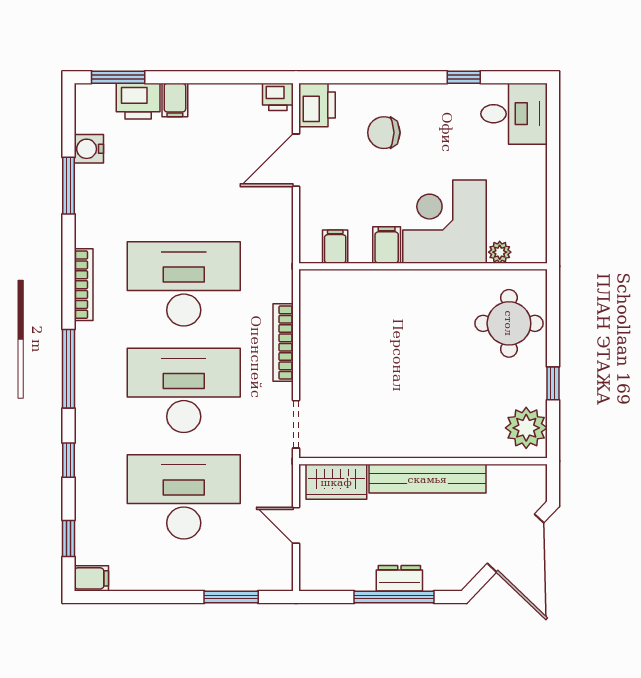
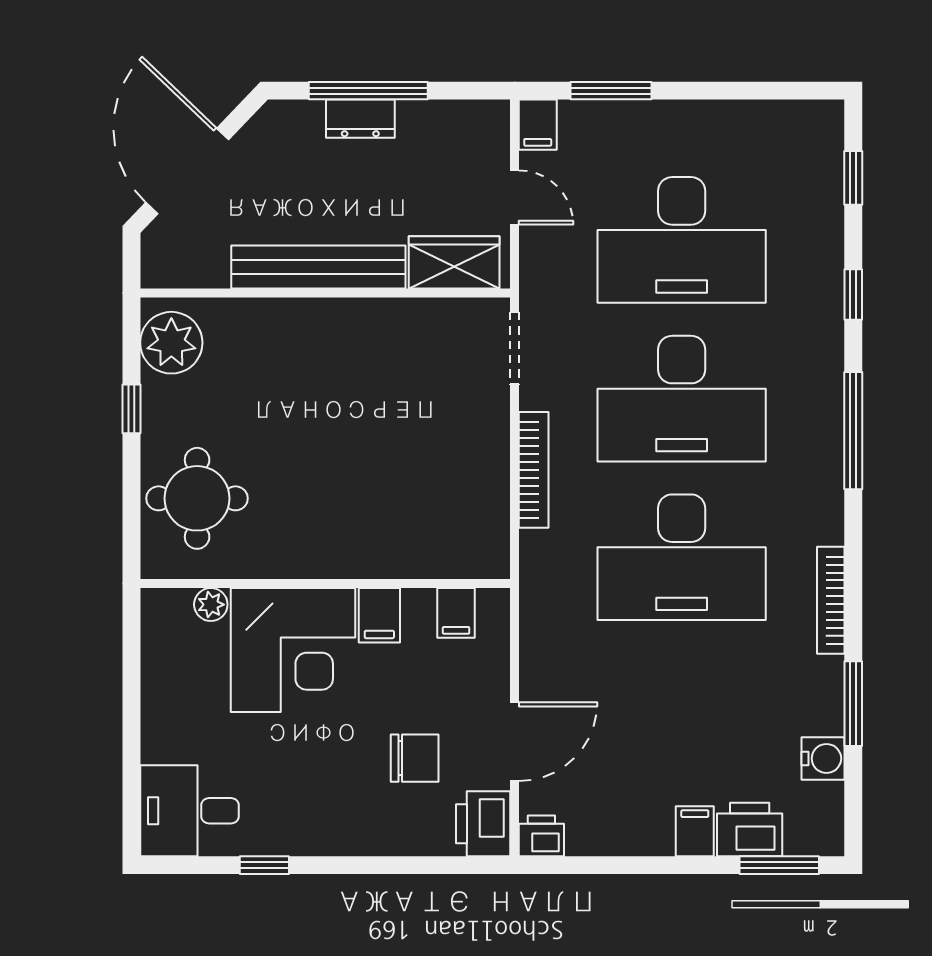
chair: (384, 133) -> (415, 758), moved
bookcase: (84, 285) -> (831, 600), moved
filing cabinet: (91, 578) -> (538, 125), moved, turned -90

